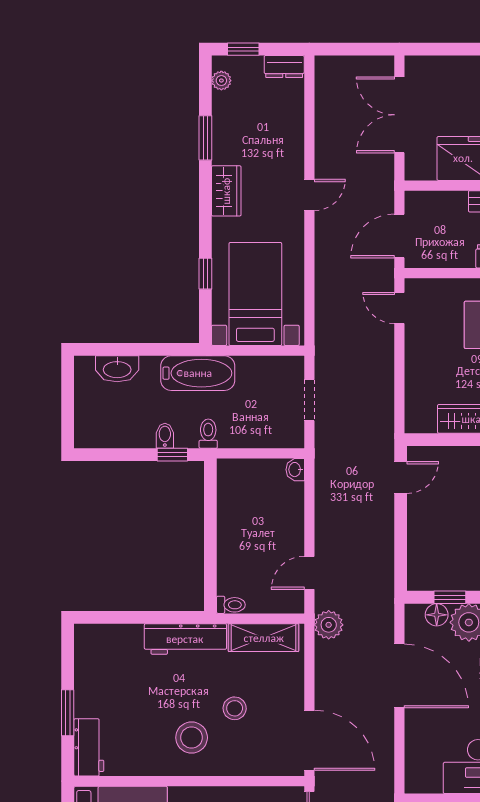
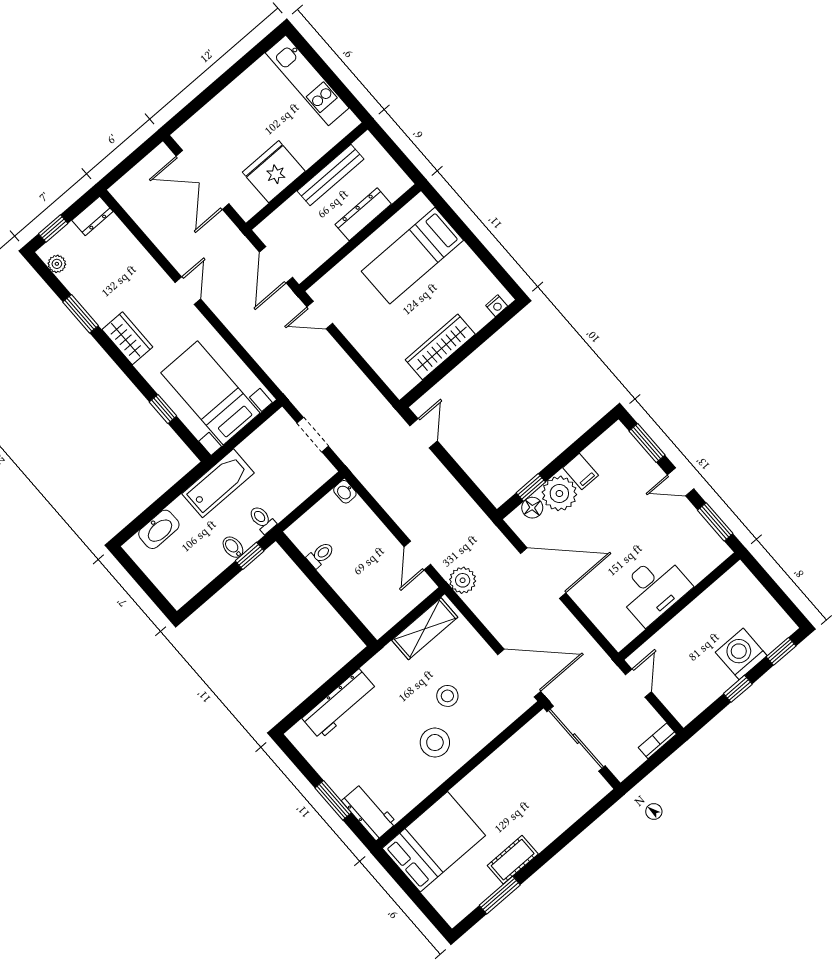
toilet: (231, 605) -> (321, 555), moved
workbench: (185, 639) -> (340, 704), moved

